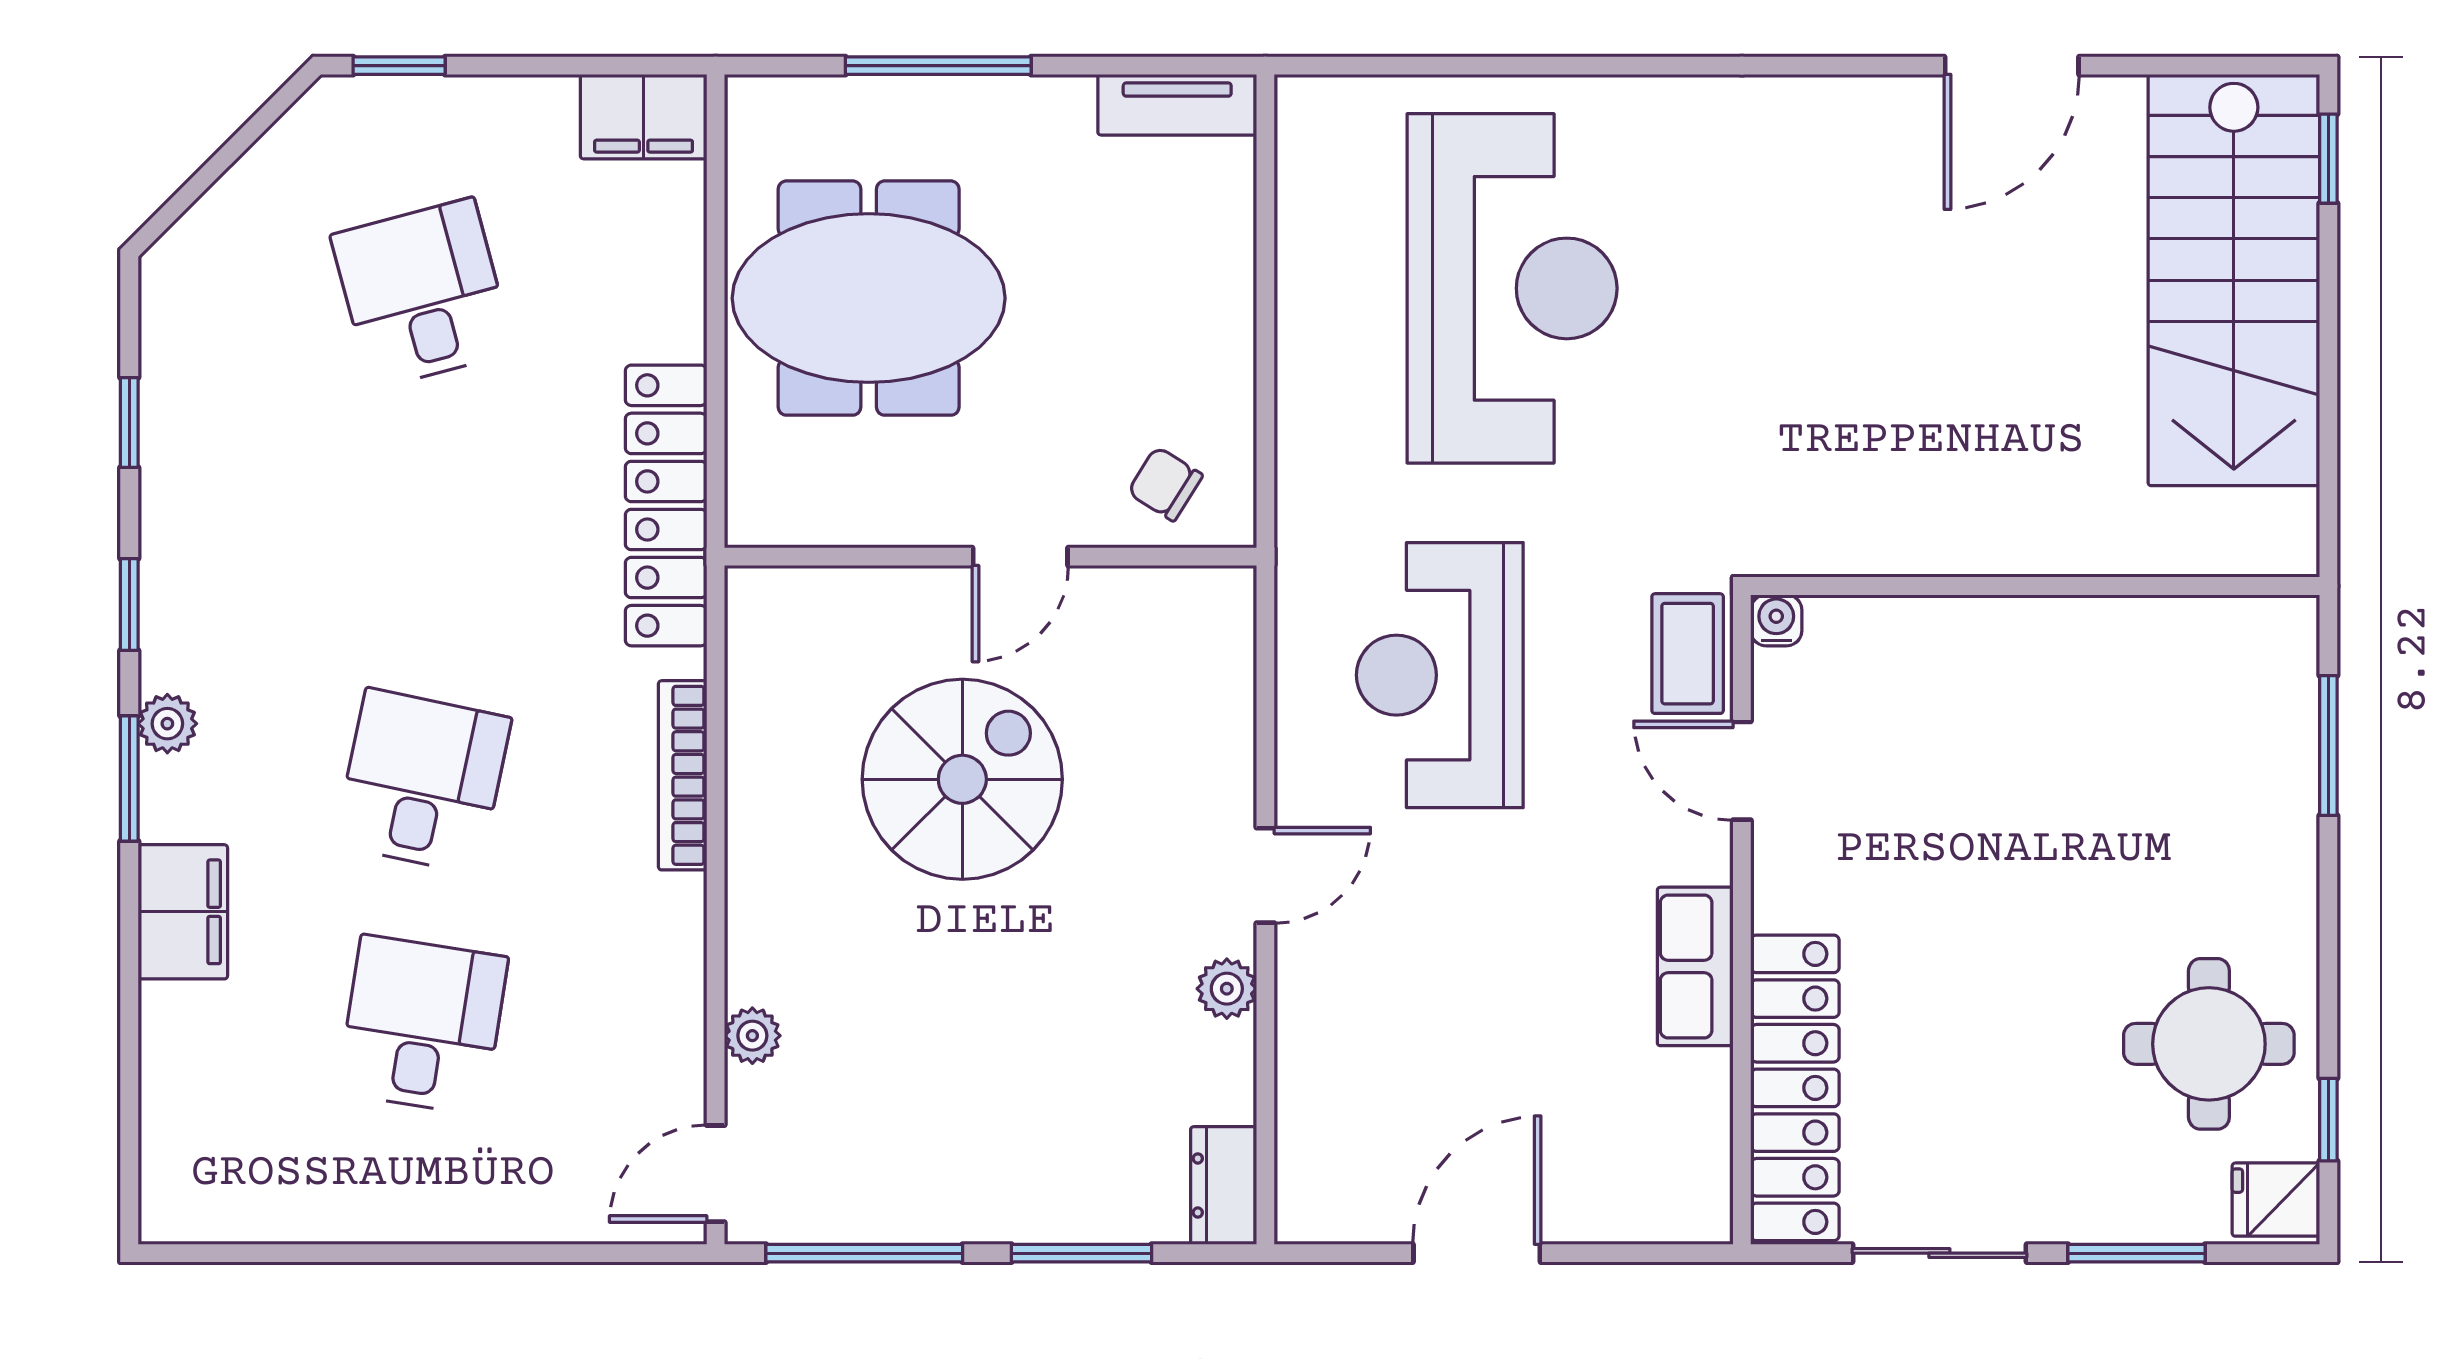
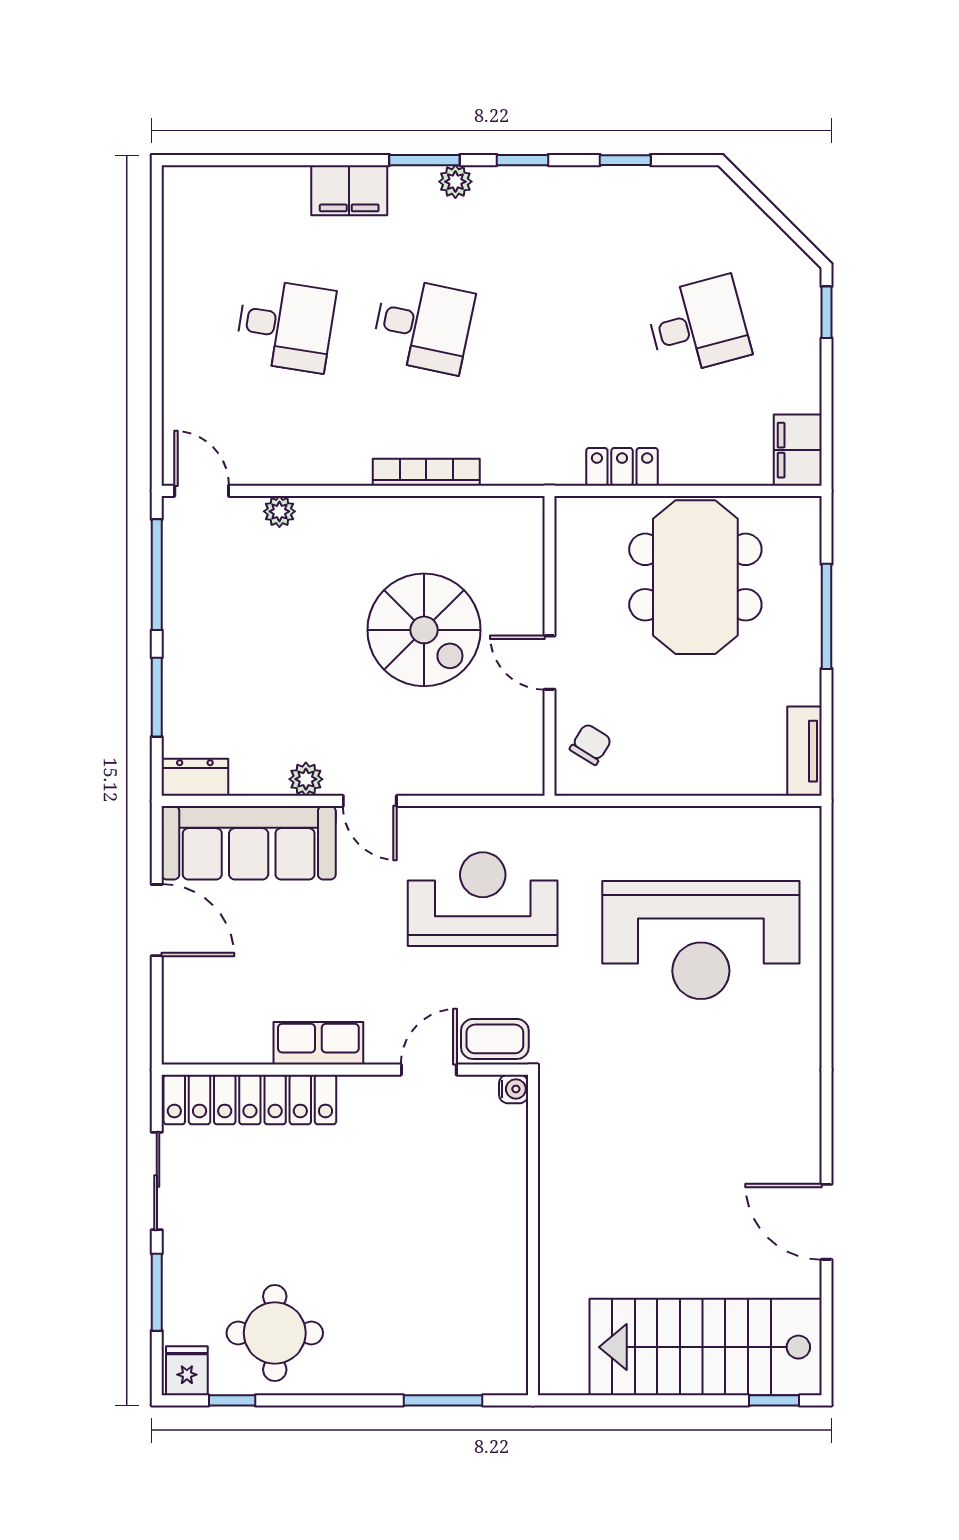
locker: (666, 505) -> (622, 467), width x0.46, depth x0.83
sofa: (1340, 1090) -> (249, 843), added

